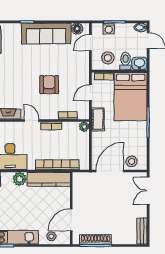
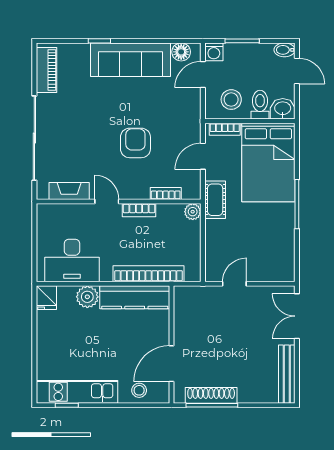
washing machine: (109, 29) -> (214, 52), moved
stool: (132, 161) -> (270, 268), removed
door: (110, 171) -> (234, 284), width x0.53
bench: (142, 231) -> (287, 374), width x1.36

